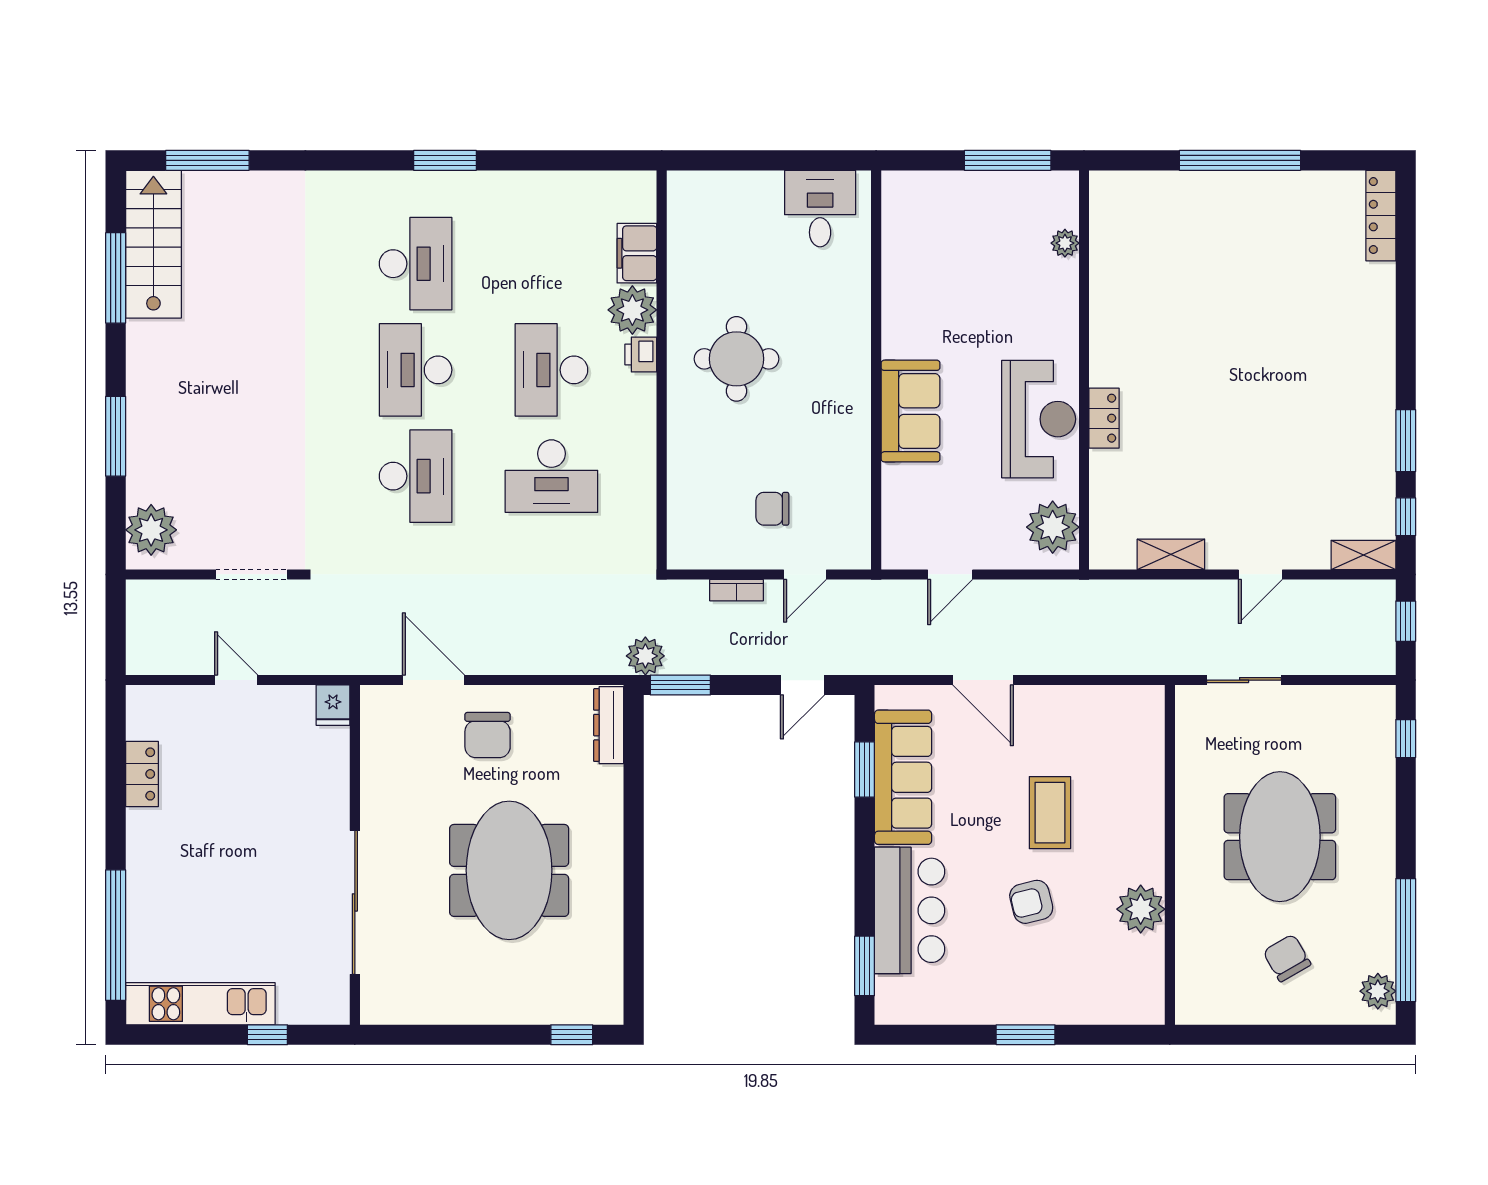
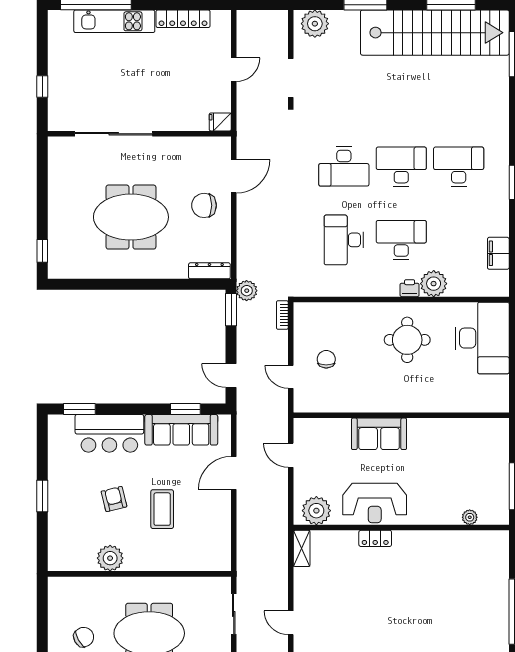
desk: (820, 209) -> (482, 338), moved, width x1.87, depth x1.30
stairs: (153, 244) -> (435, 33), width x1.86, depth x1.51
filing cabinet: (637, 253) -> (498, 253), moved, turned -90
desk: (416, 264) -> (459, 167), turned 180
shelving: (1171, 554) -> (302, 548), moved
bookcase: (736, 590) -> (282, 315), moved
locker: (142, 774) -> (183, 19), width x1.53
coffee table: (1050, 813) -> (162, 509), turned 90
kitchen unit: (200, 1004) -> (114, 21), moved, turned 90

